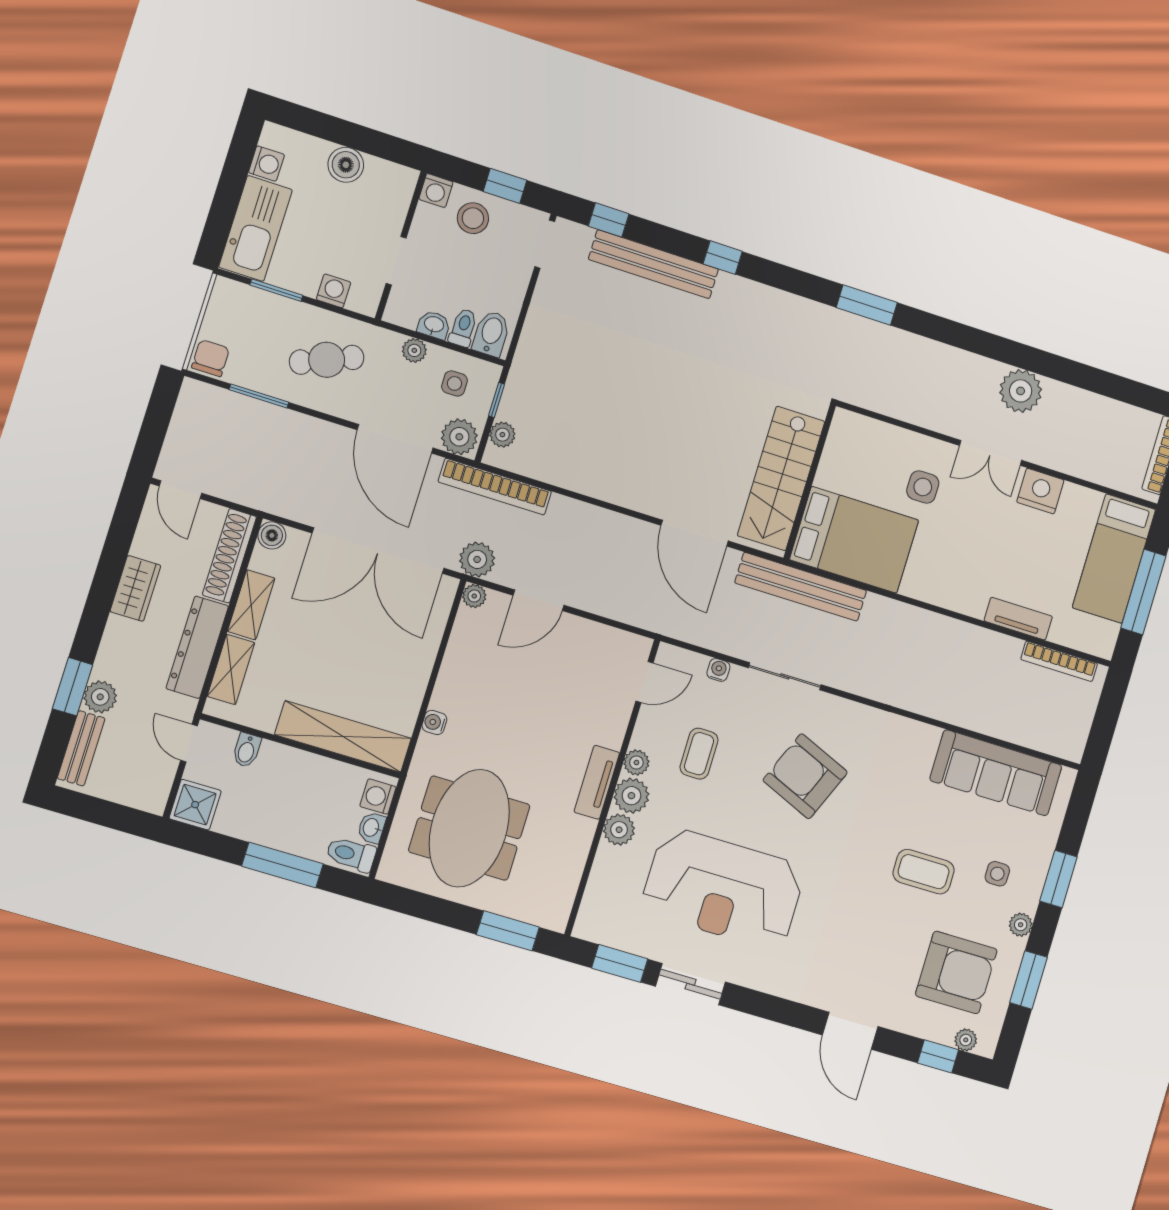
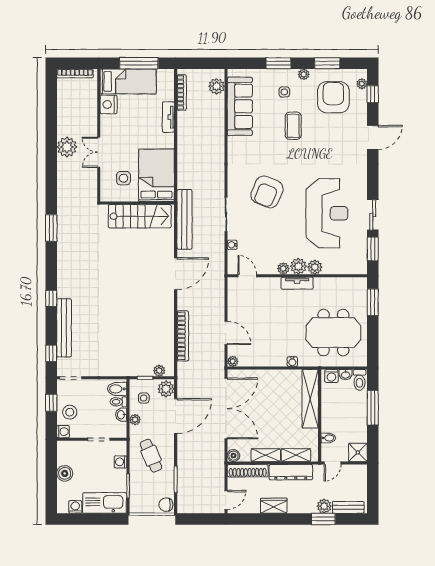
double door: (991, 453) -> (99, 152), swing flipped
stairs: (781, 478) -> (140, 216), moved
wall: (810, 482) -> (137, 203), moved
bookcase: (495, 487) -> (183, 336), moved
nightstand: (1040, 491) -> (109, 104), moved
bed: (854, 540) -> (156, 175), moved
plant: (477, 559) -> (217, 86), moved
coffee table: (699, 754) -> (271, 242), removed

